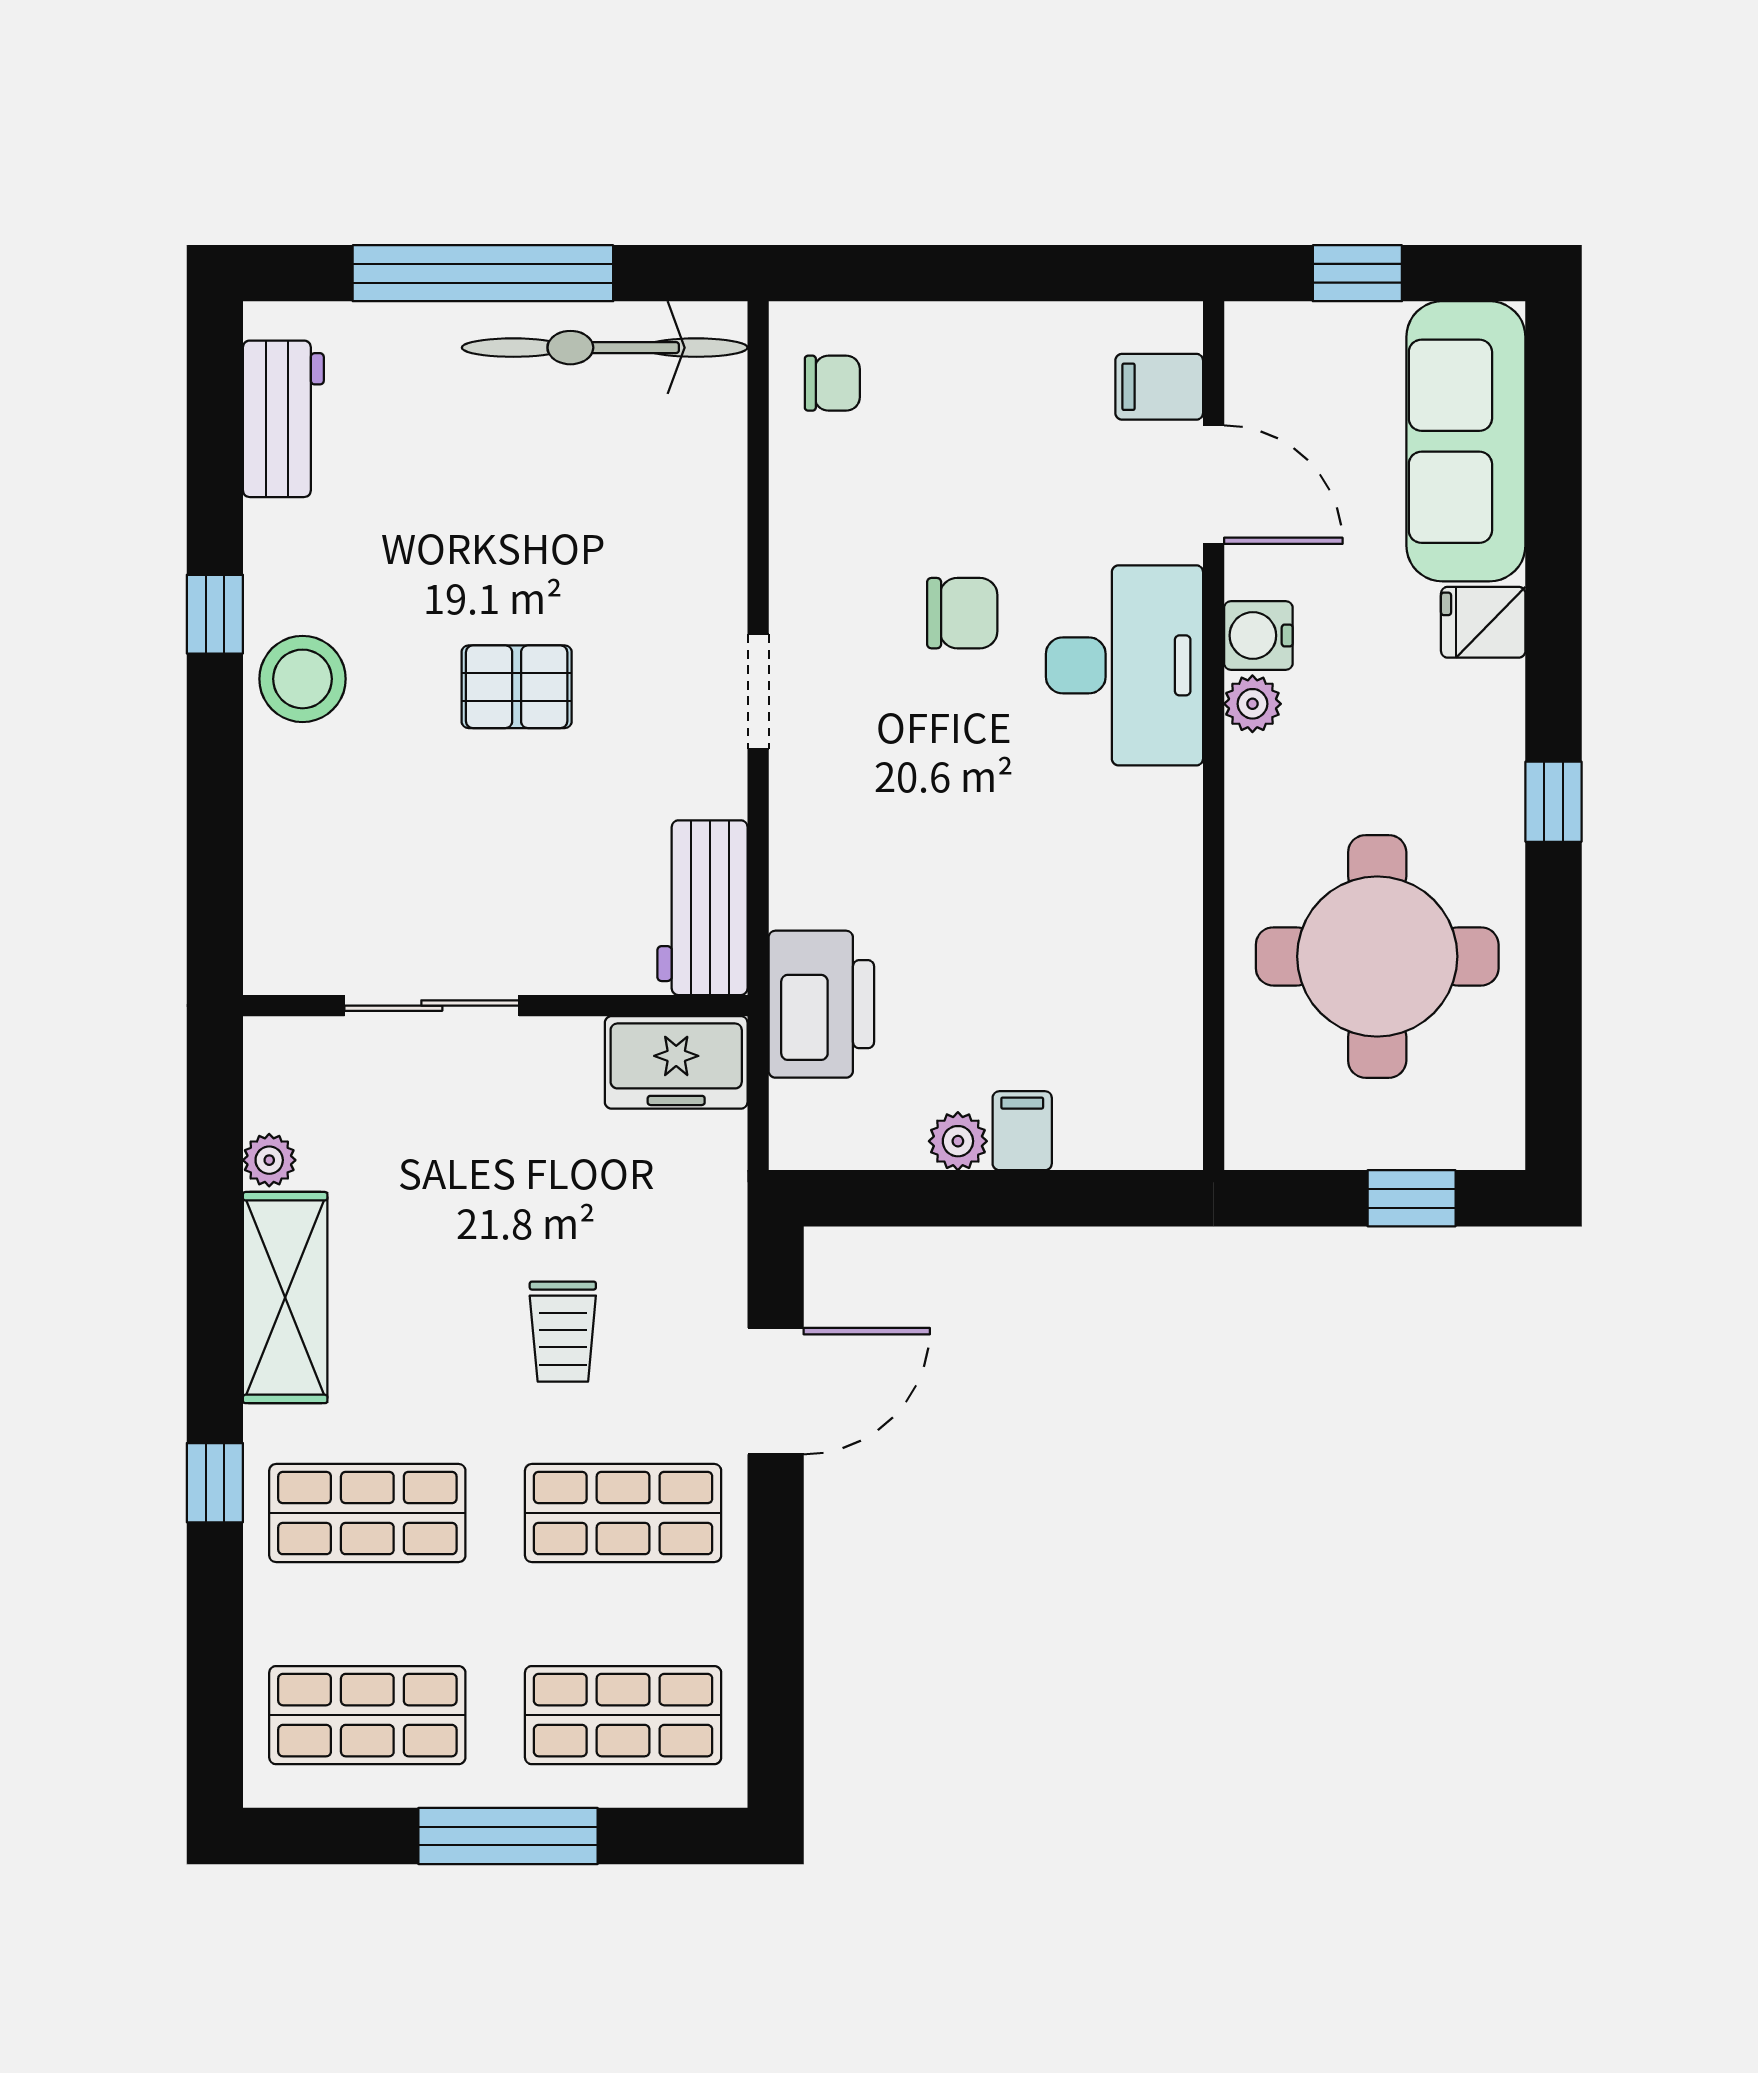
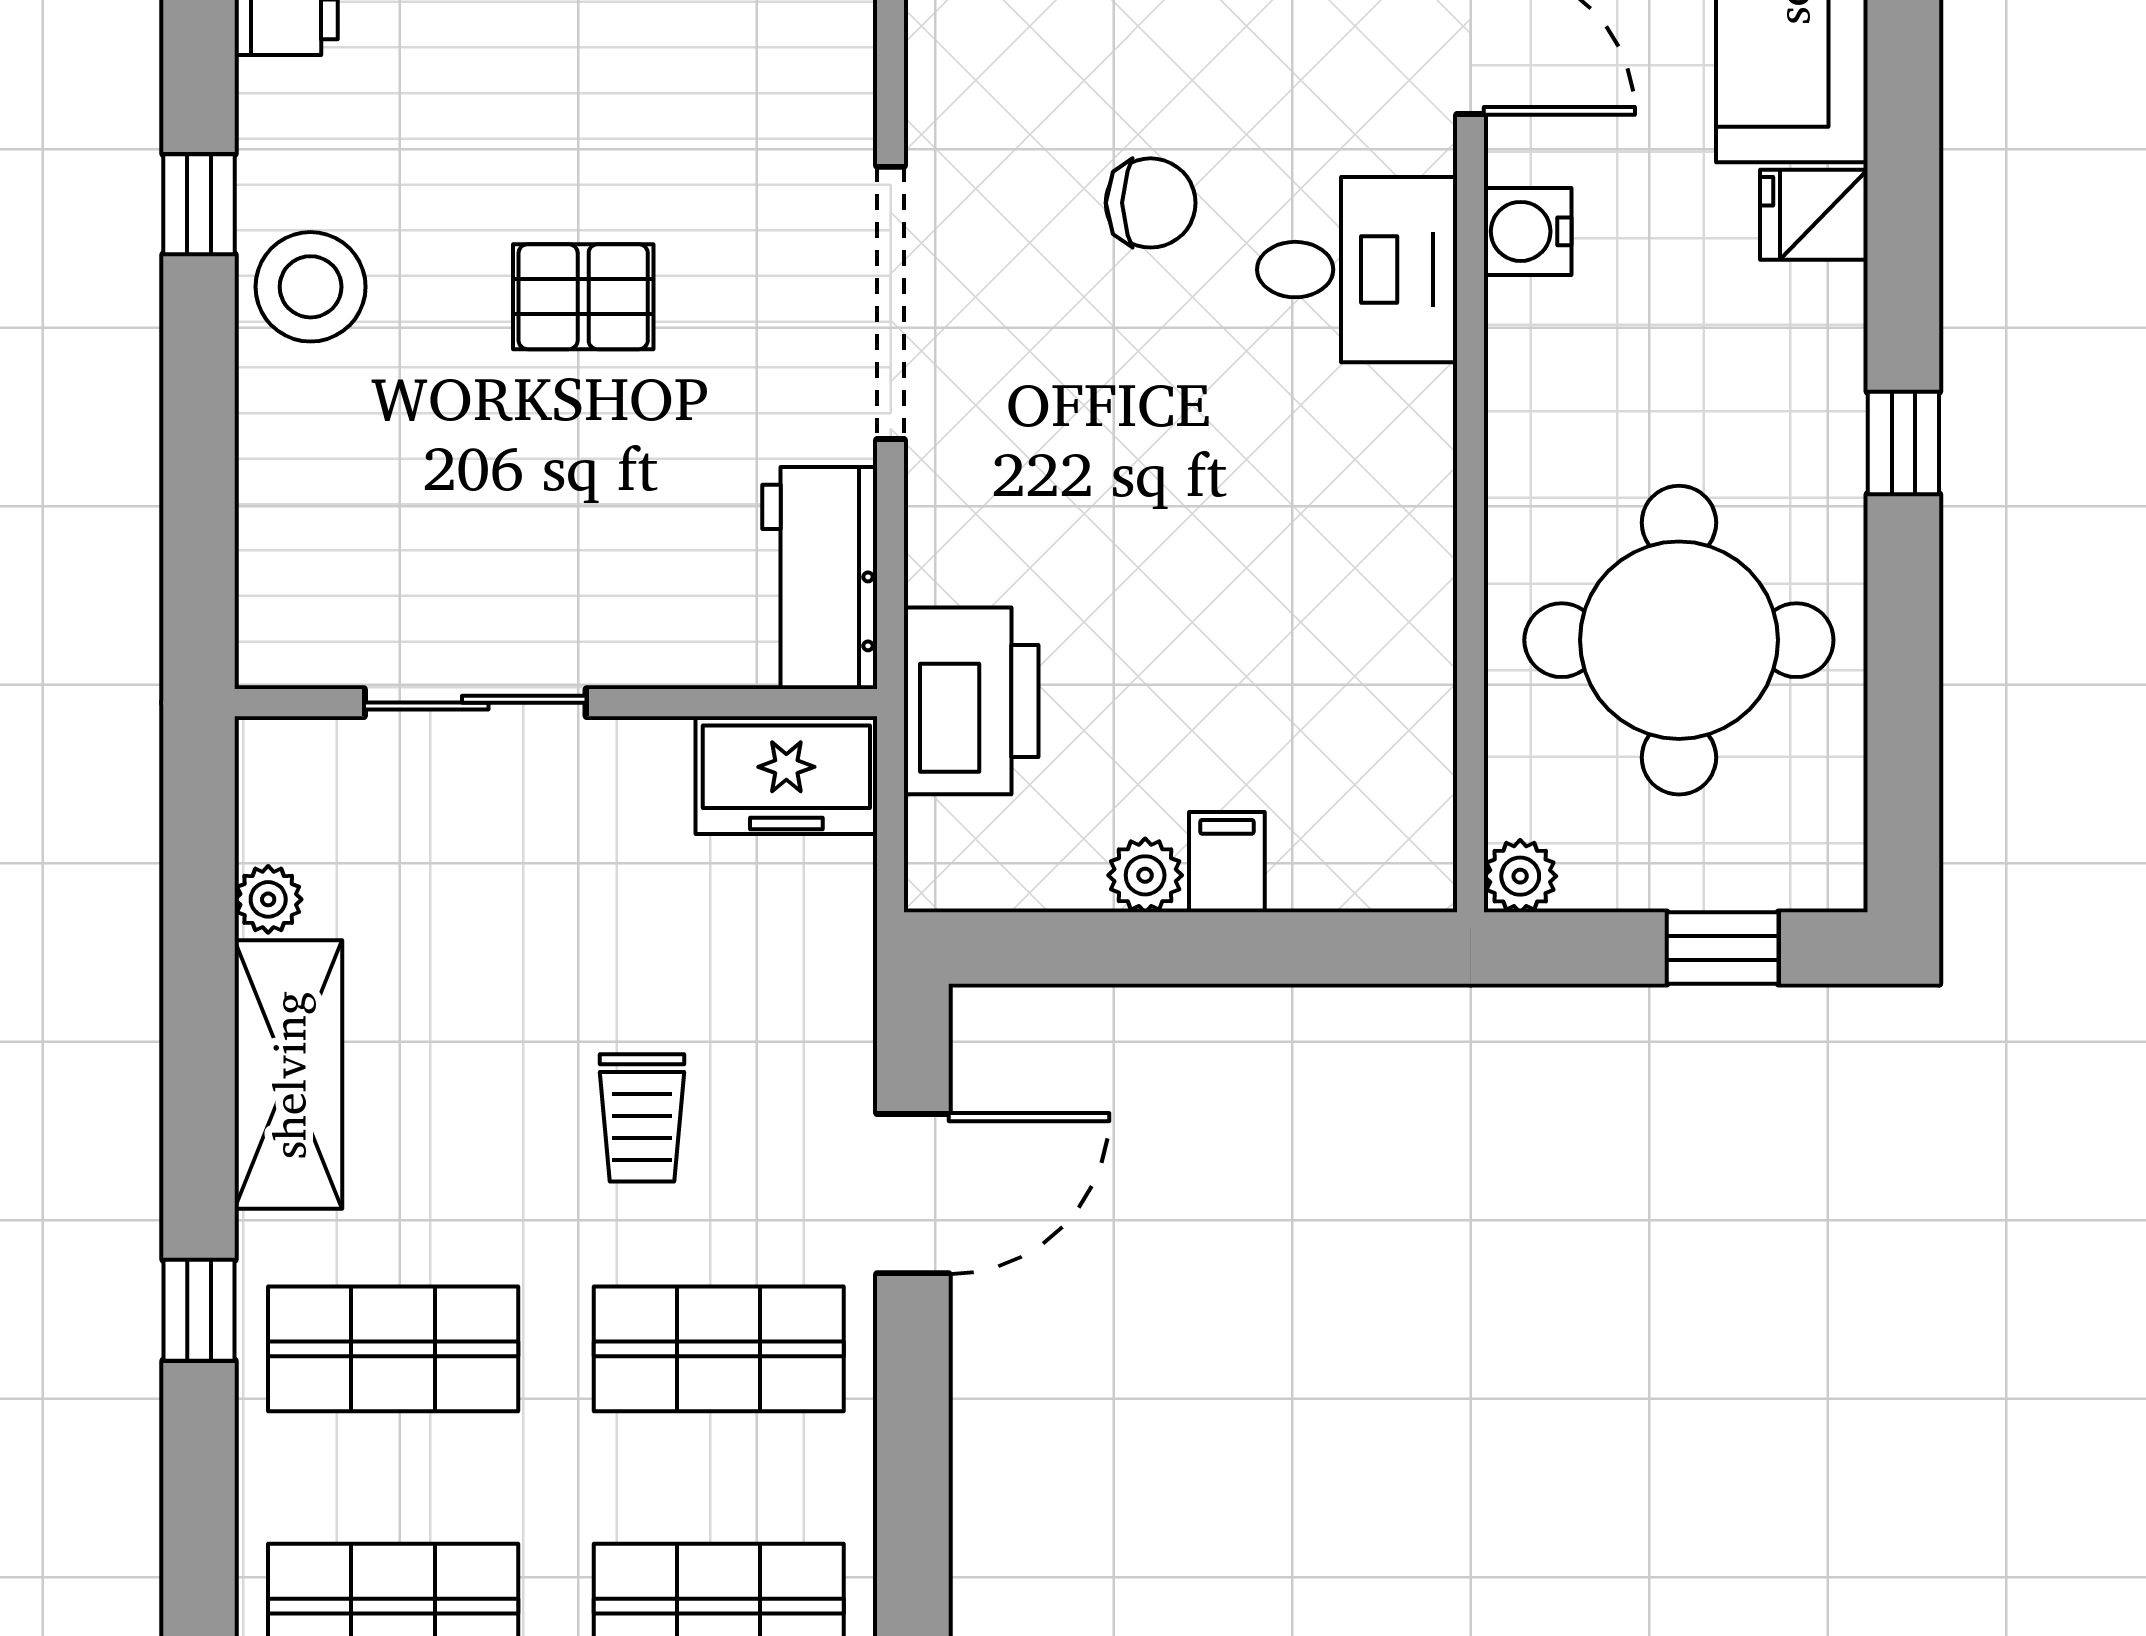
desk: (1124, 665) -> (1357, 270), width x0.73
doorway: (758, 692) -> (891, 303), width x1.87
plant: (1252, 704) -> (1520, 876), moved

